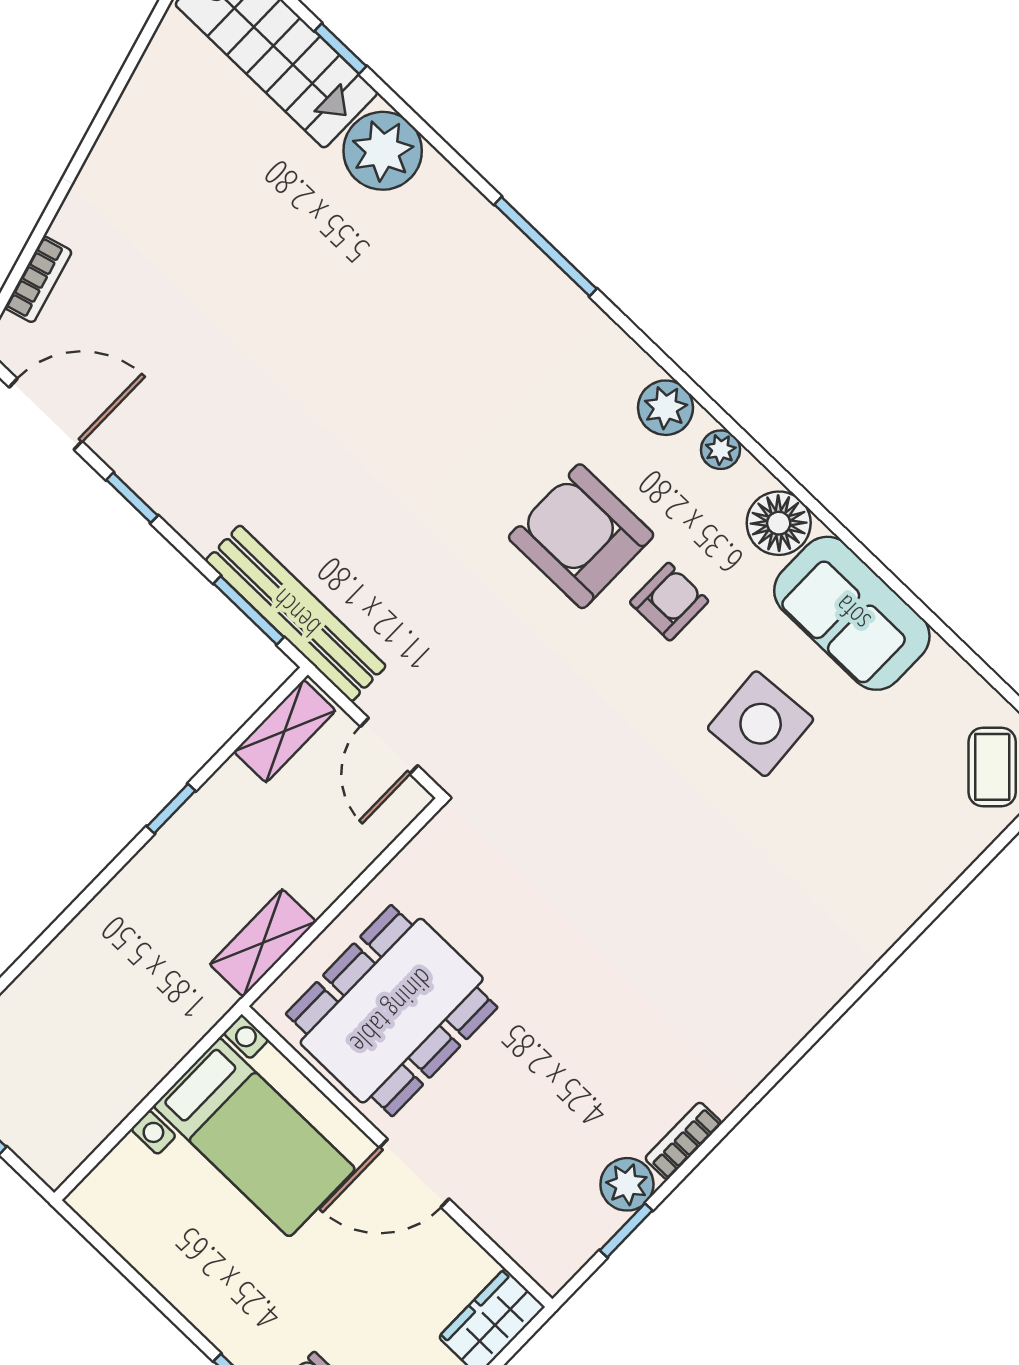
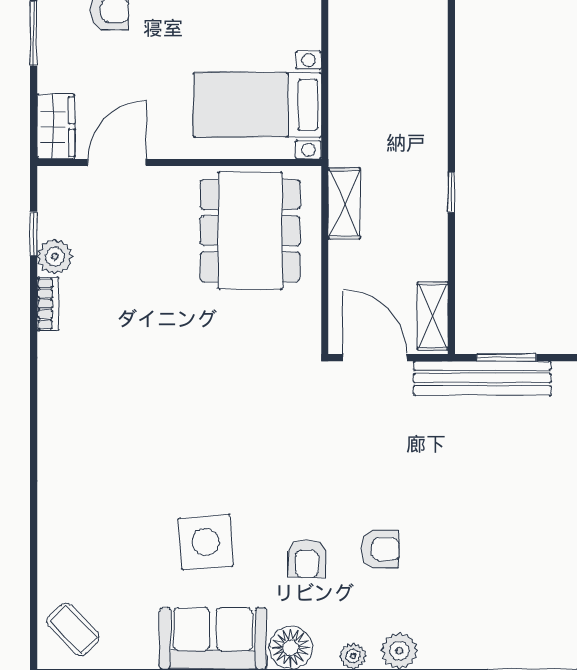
armchair: (581, 536) -> (380, 549), width x0.53, depth x0.53
door: (389, 746) -> (375, 358), width x1.38
window: (171, 809) -> (451, 192), moved
door: (414, 1173) -> (117, 162), moved

